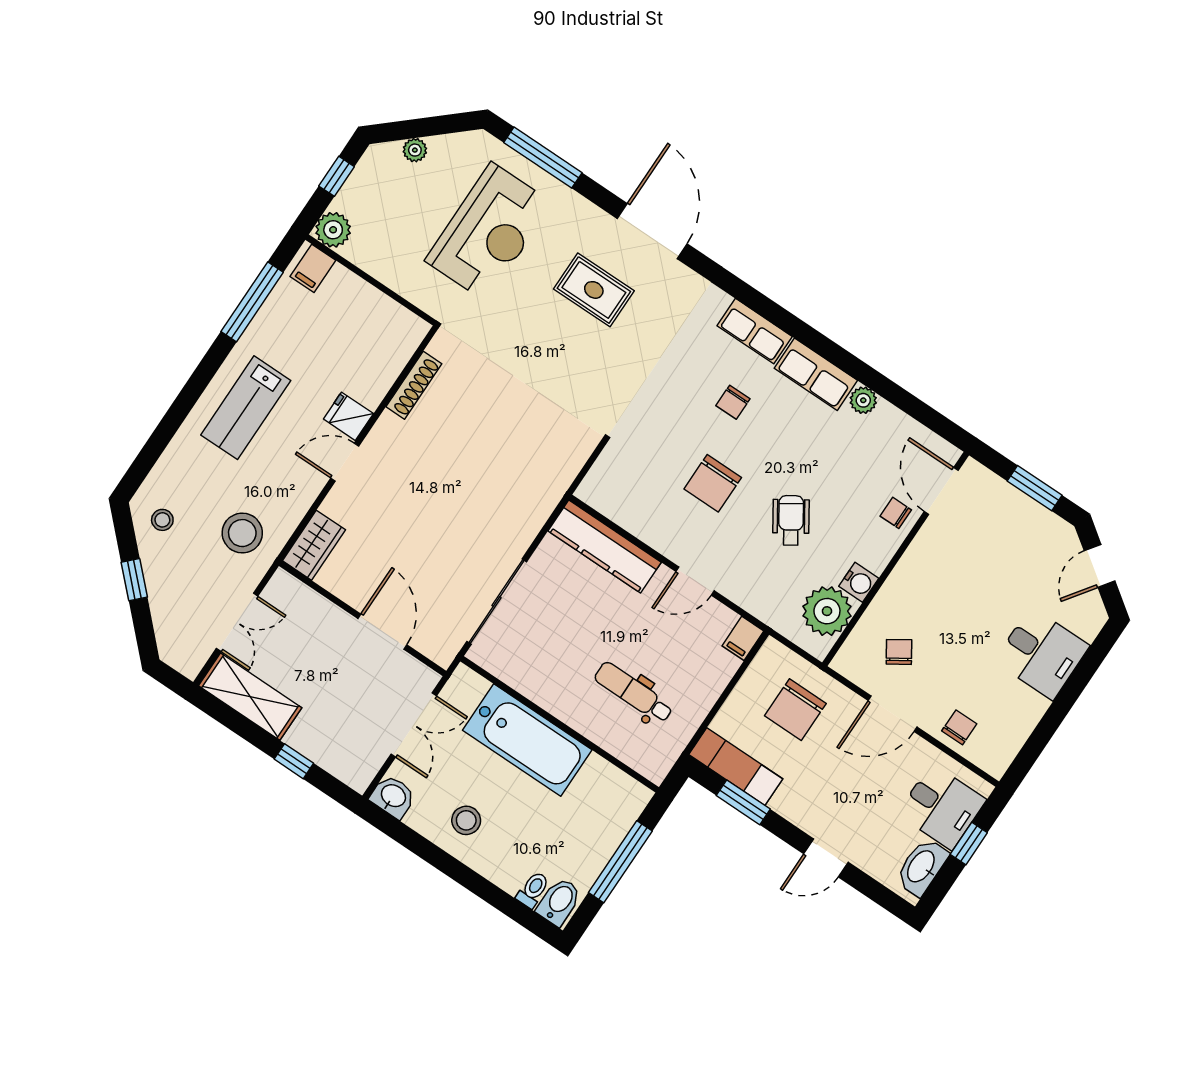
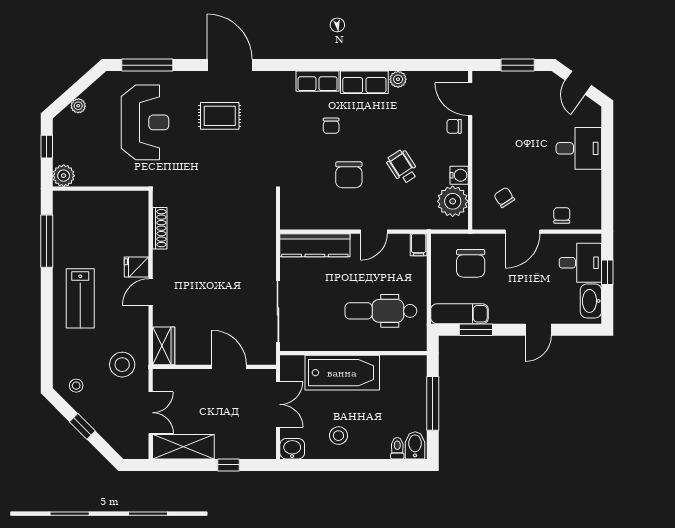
filing cabinet: (313, 268) -> (67, 203), removed
dental chair: (634, 693) -> (381, 311), width x1.36, depth x1.38

